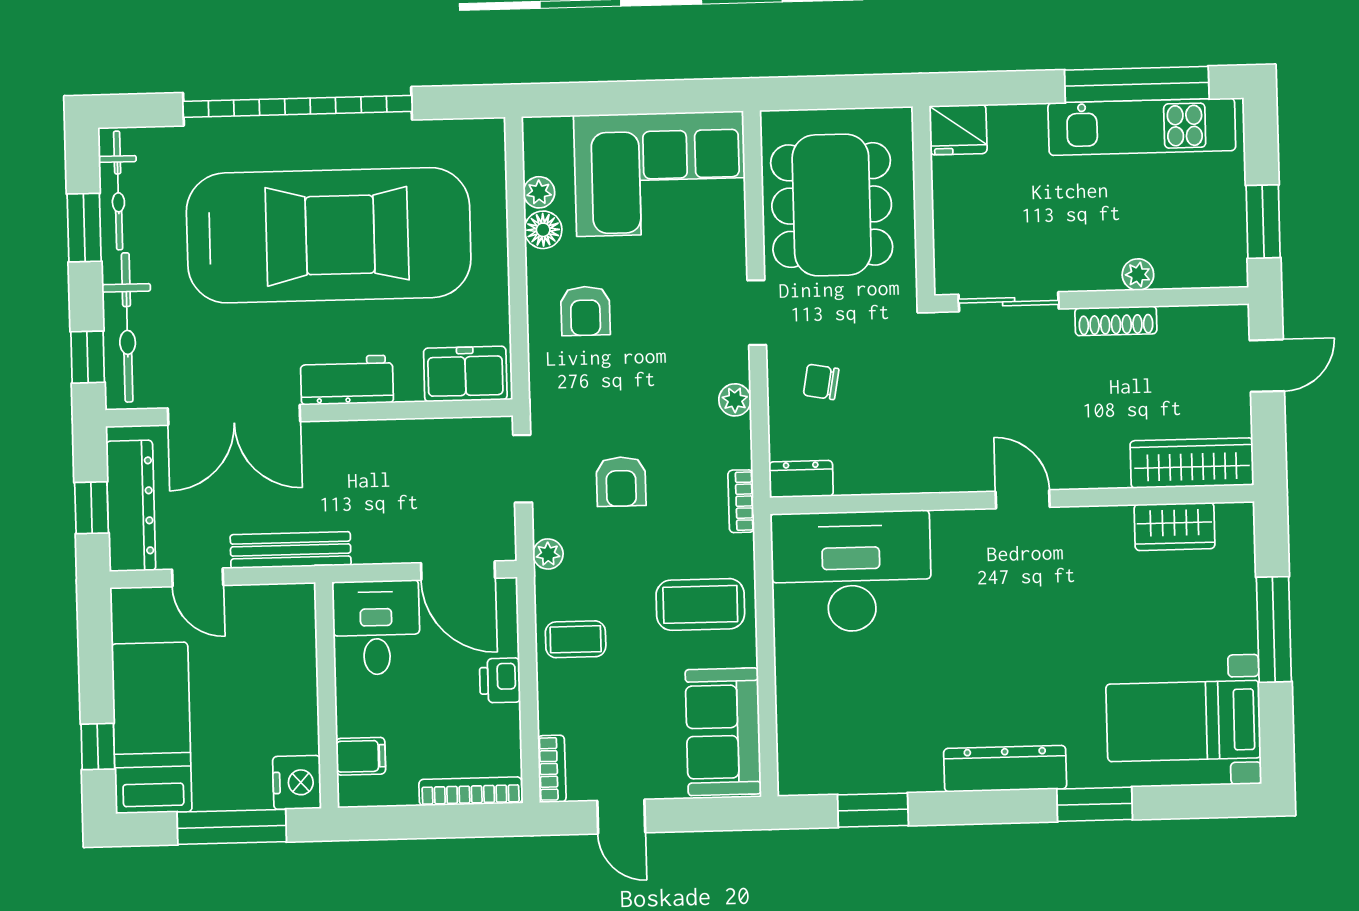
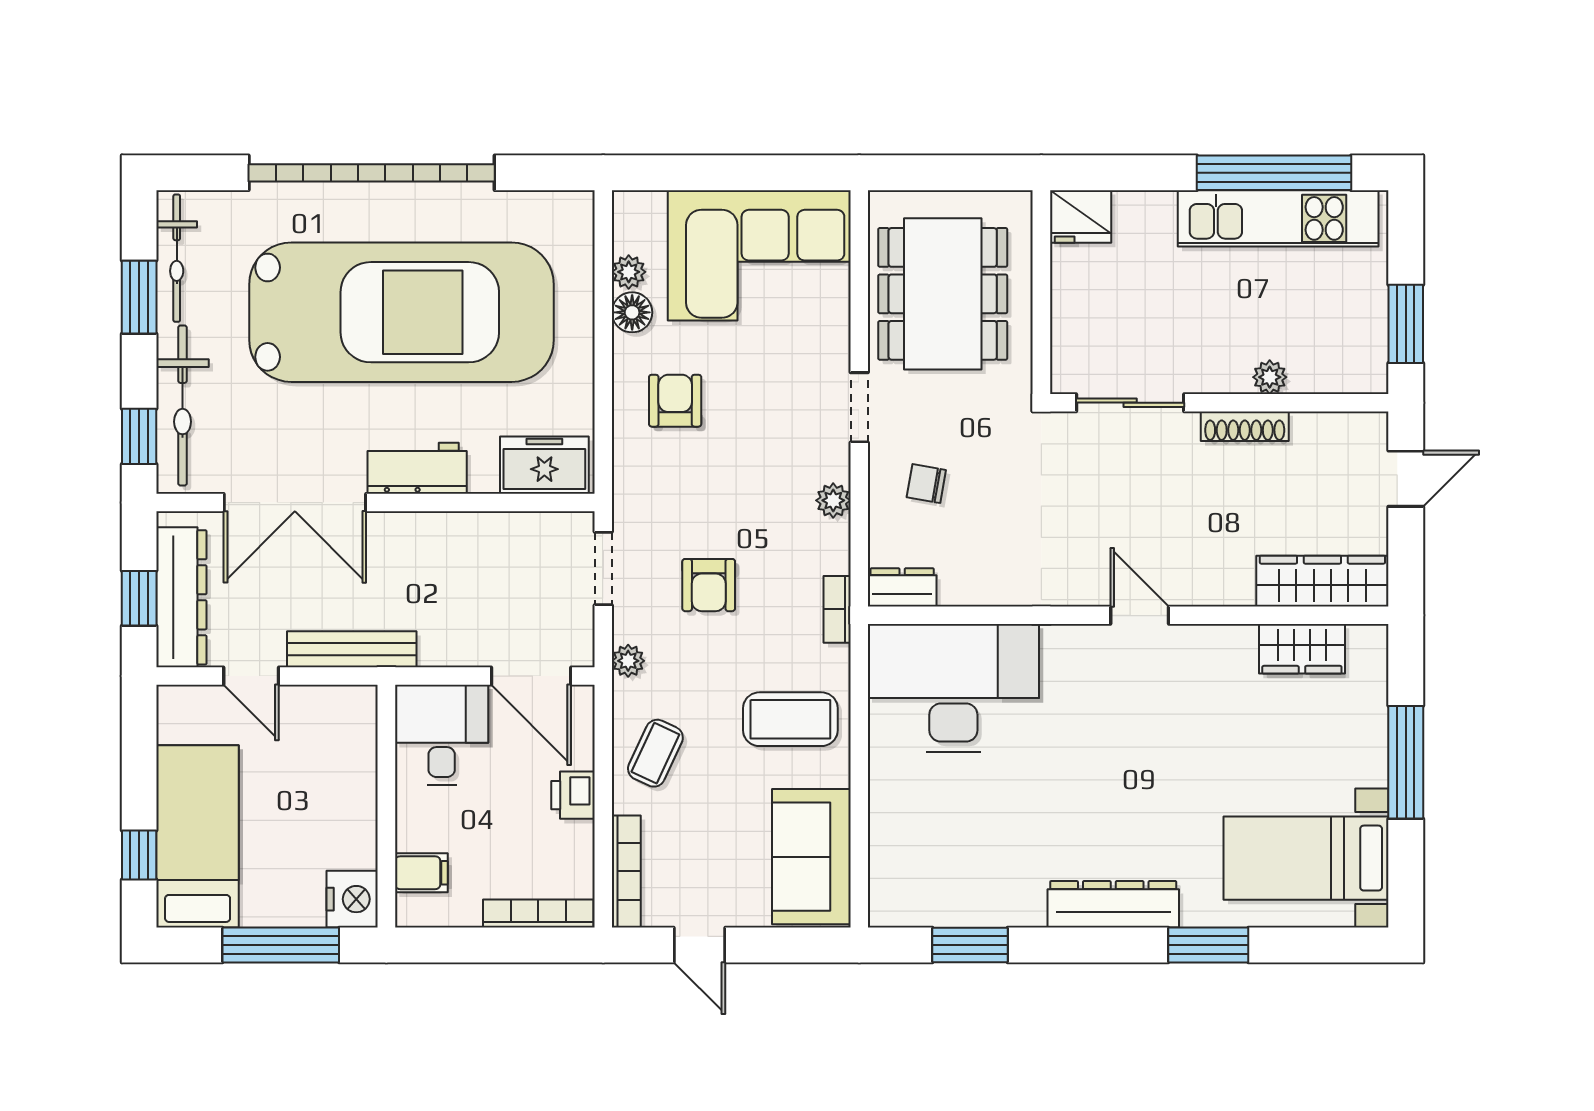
armchair: (585, 311) -> (675, 401), turned 180
coffee table: (576, 639) -> (655, 753), turned -65
bookcase: (552, 769) -> (626, 871), width x1.56

